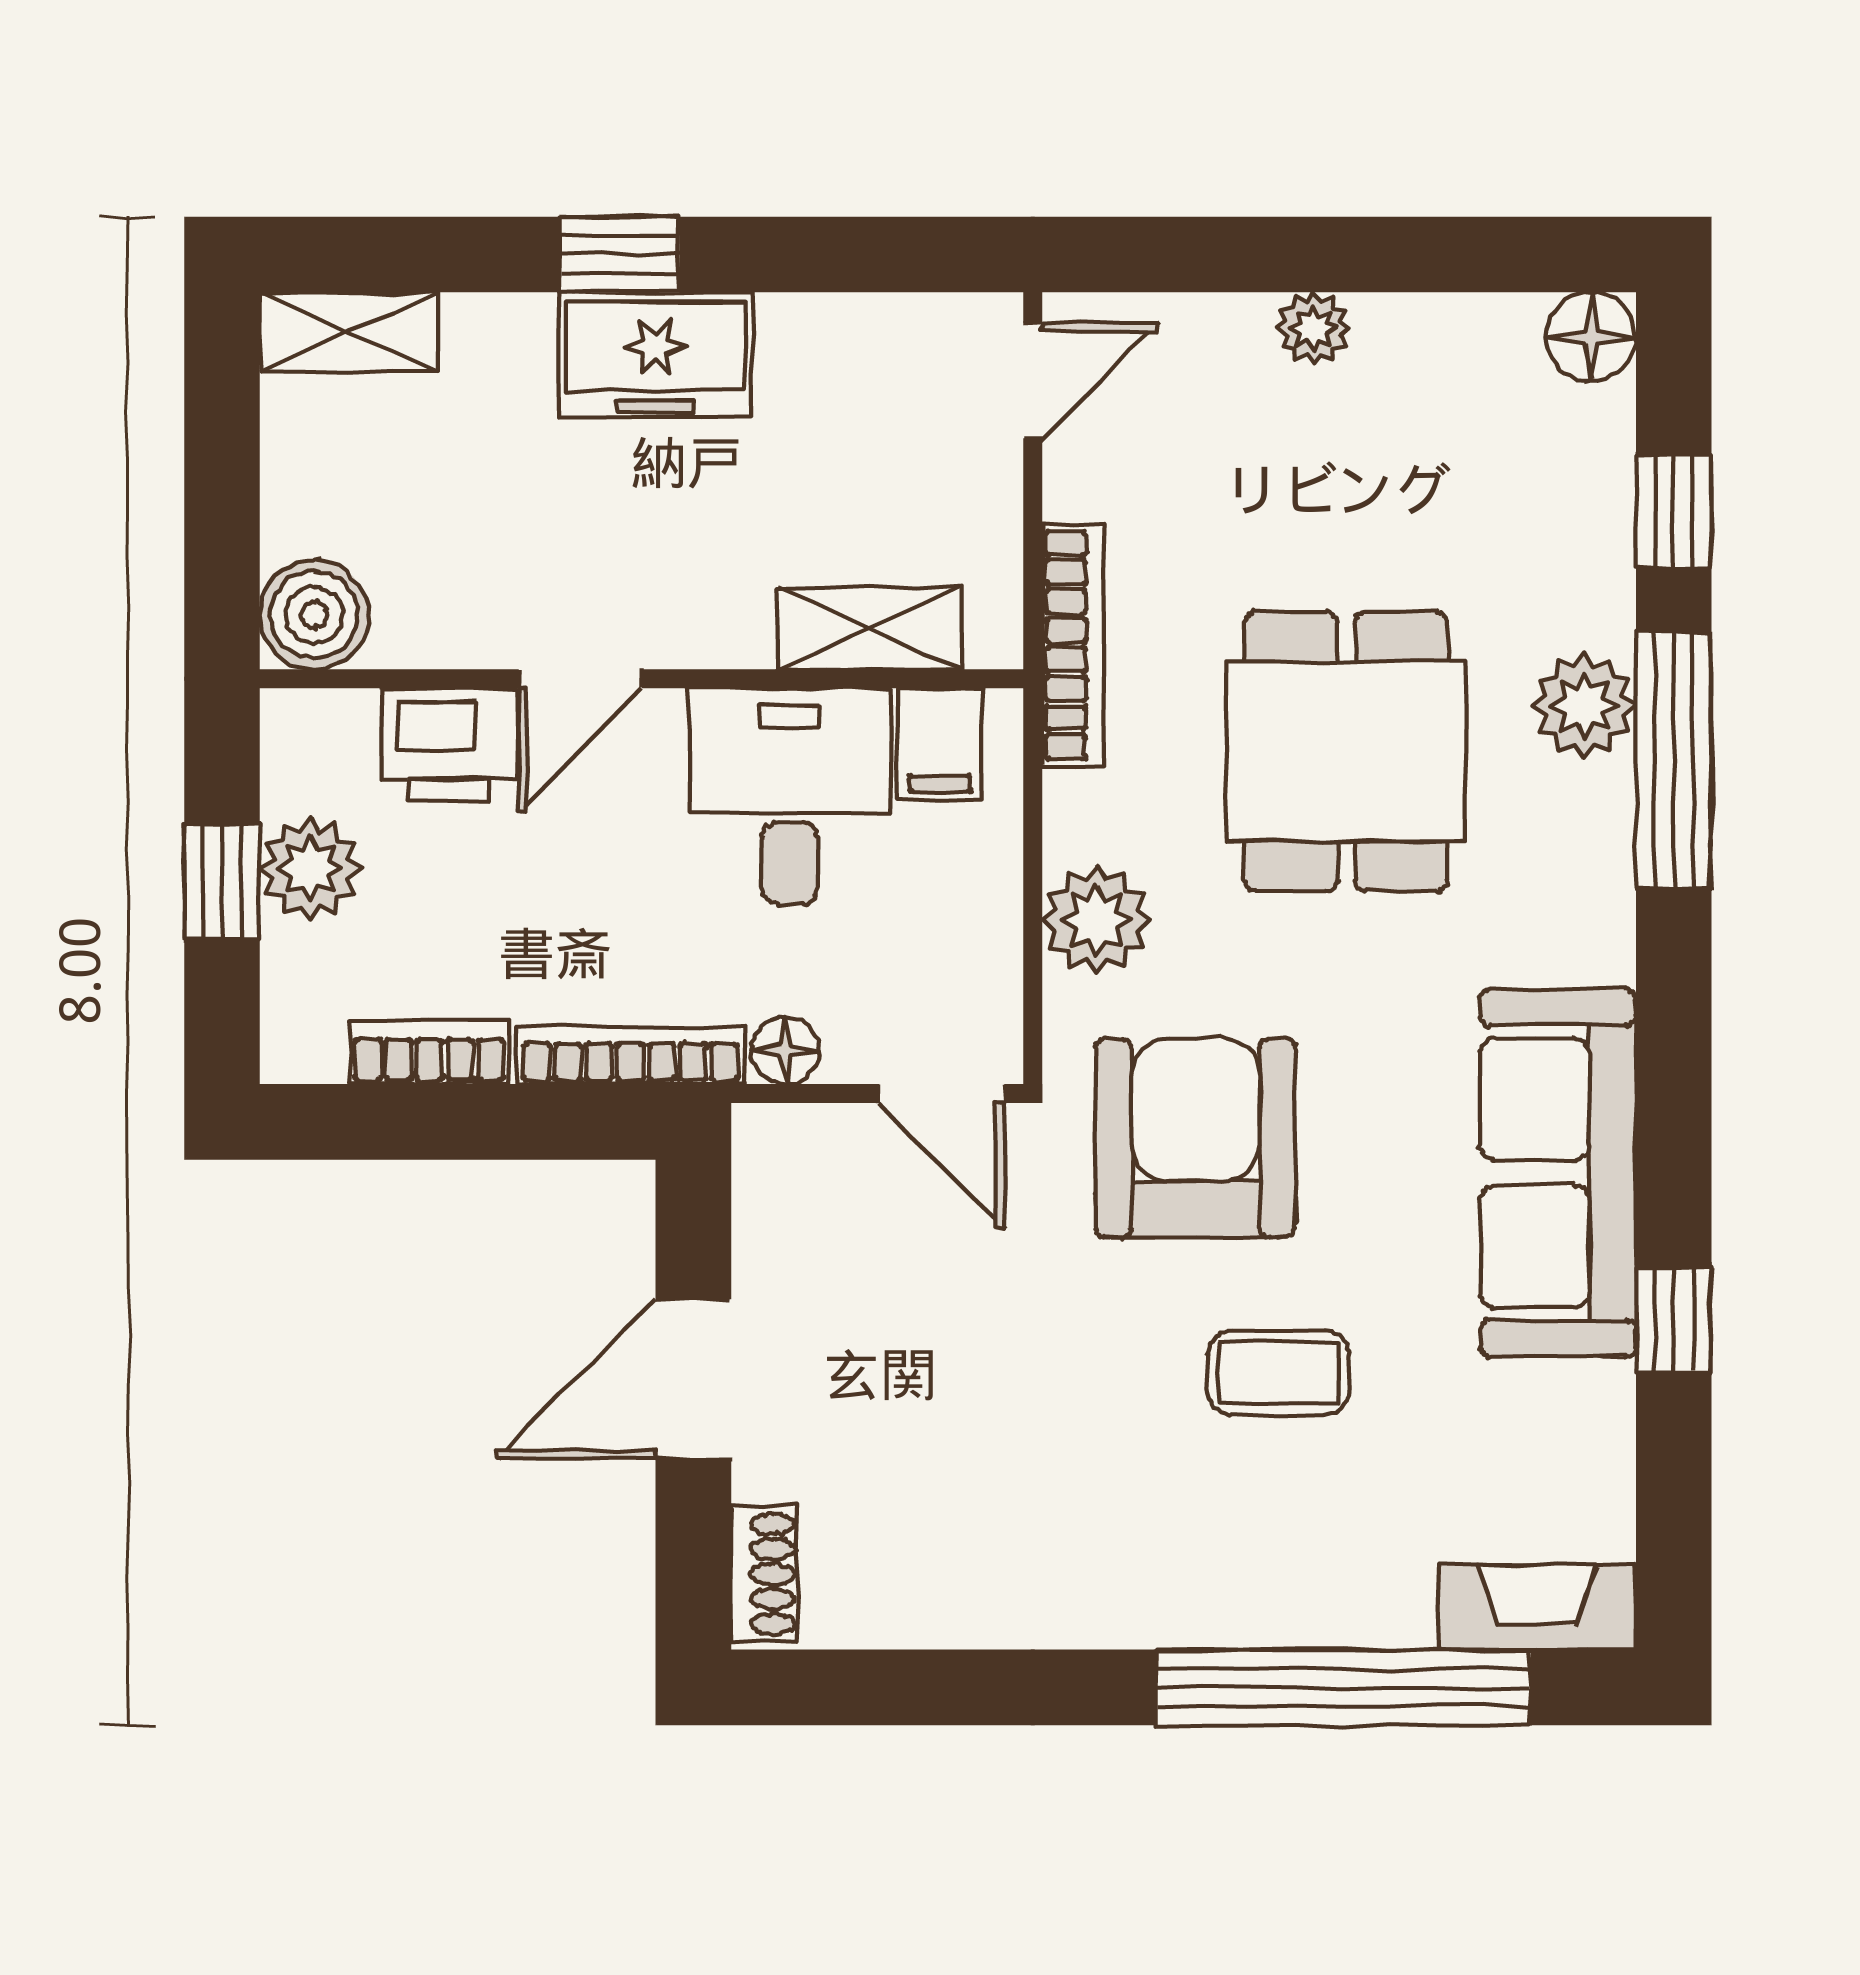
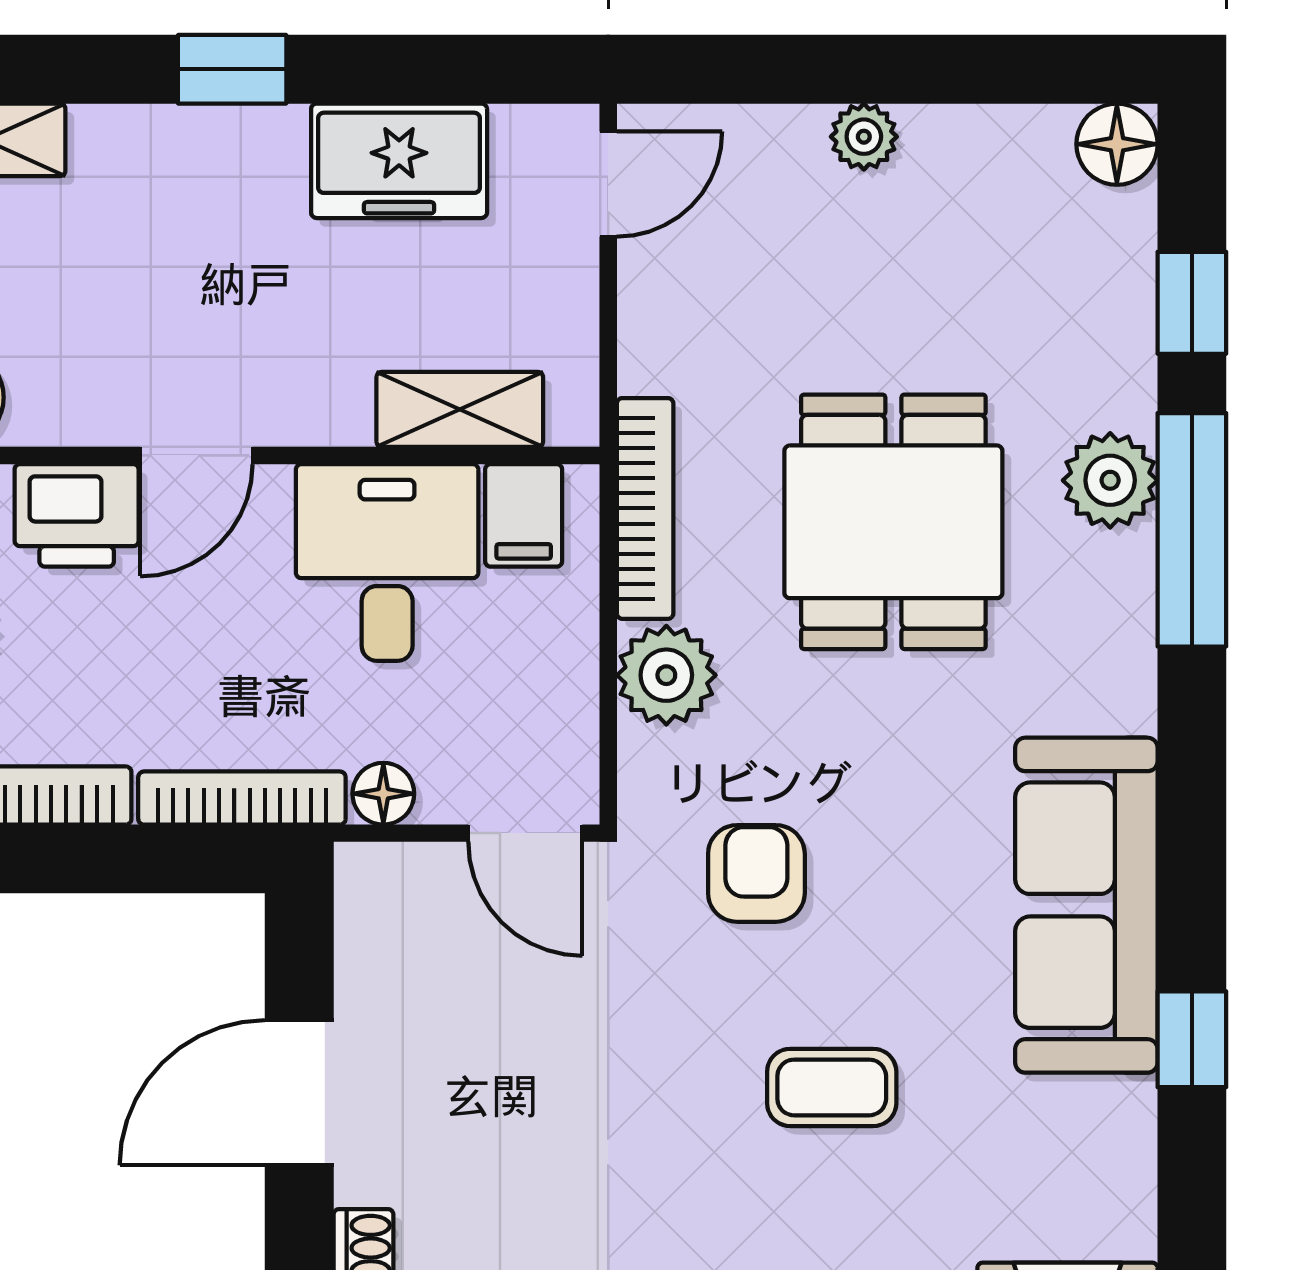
freezer: (656, 355) -> (399, 161), moved
bookcase: (1073, 645) -> (645, 508), moved
armchair: (1195, 1138) -> (756, 873), width x0.53, depth x0.53

